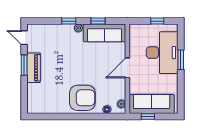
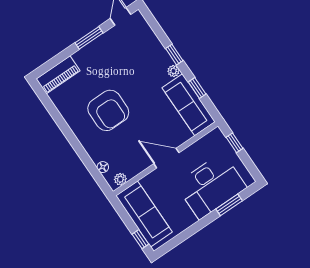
window: (157, 21) -> (234, 143), moved
window: (181, 60) -> (229, 205), moved
piano: (34, 68) -> (58, 75), moved
armchair: (82, 98) -> (108, 110), moved
window: (148, 116) -> (140, 239), moved

